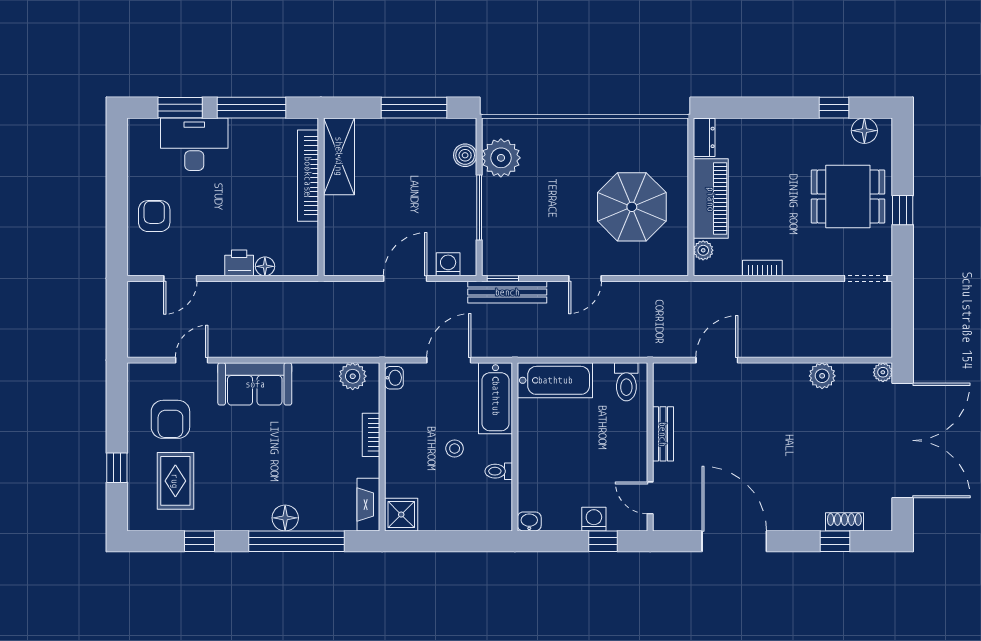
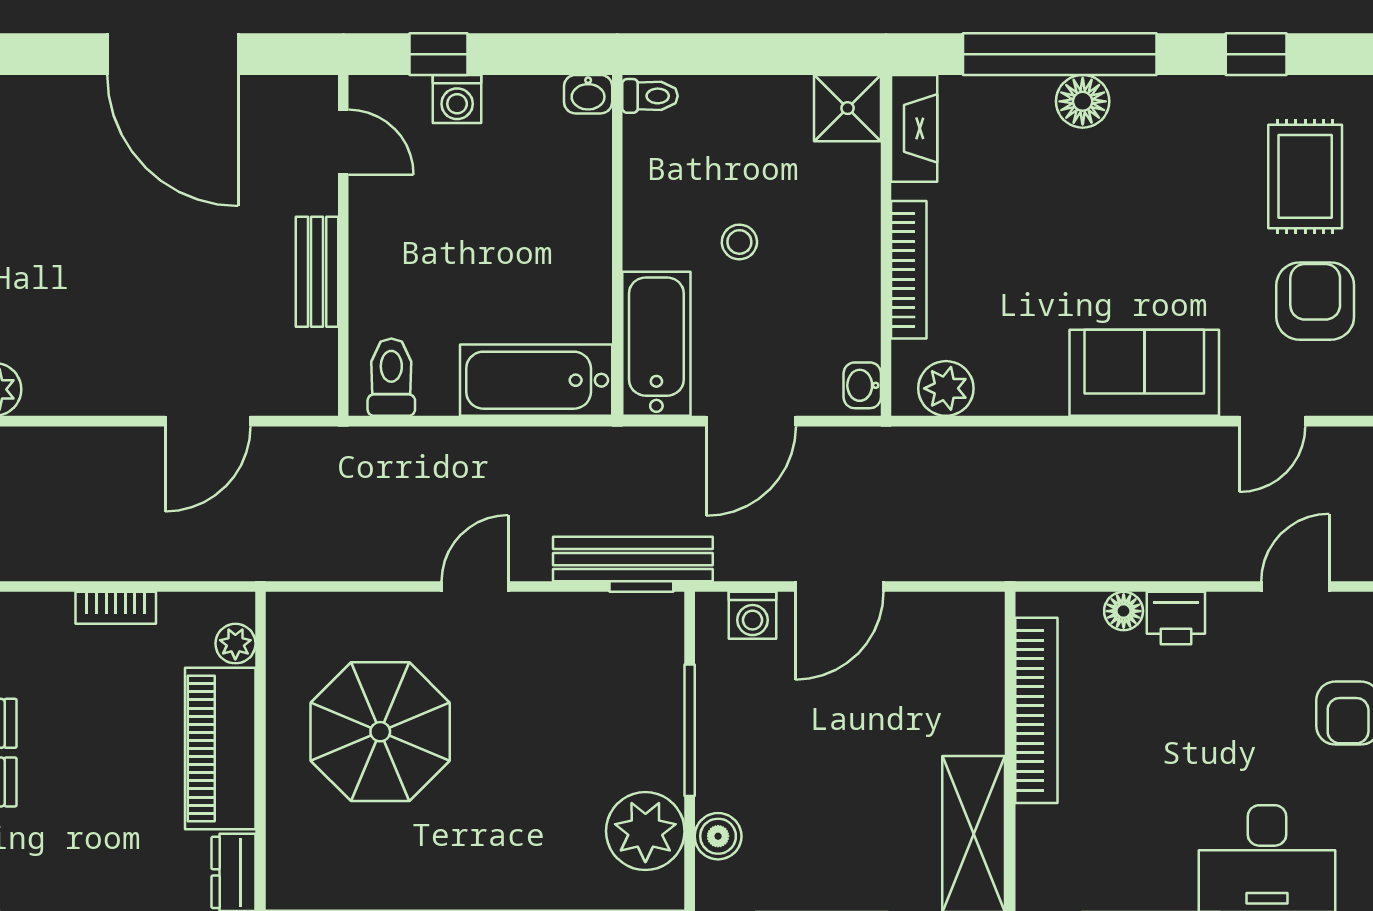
bookcase: (308, 176) -> (1036, 710), moved
bookcase: (371, 435) -> (909, 270), width x1.56
toilet: (499, 471) -> (650, 96), moved

